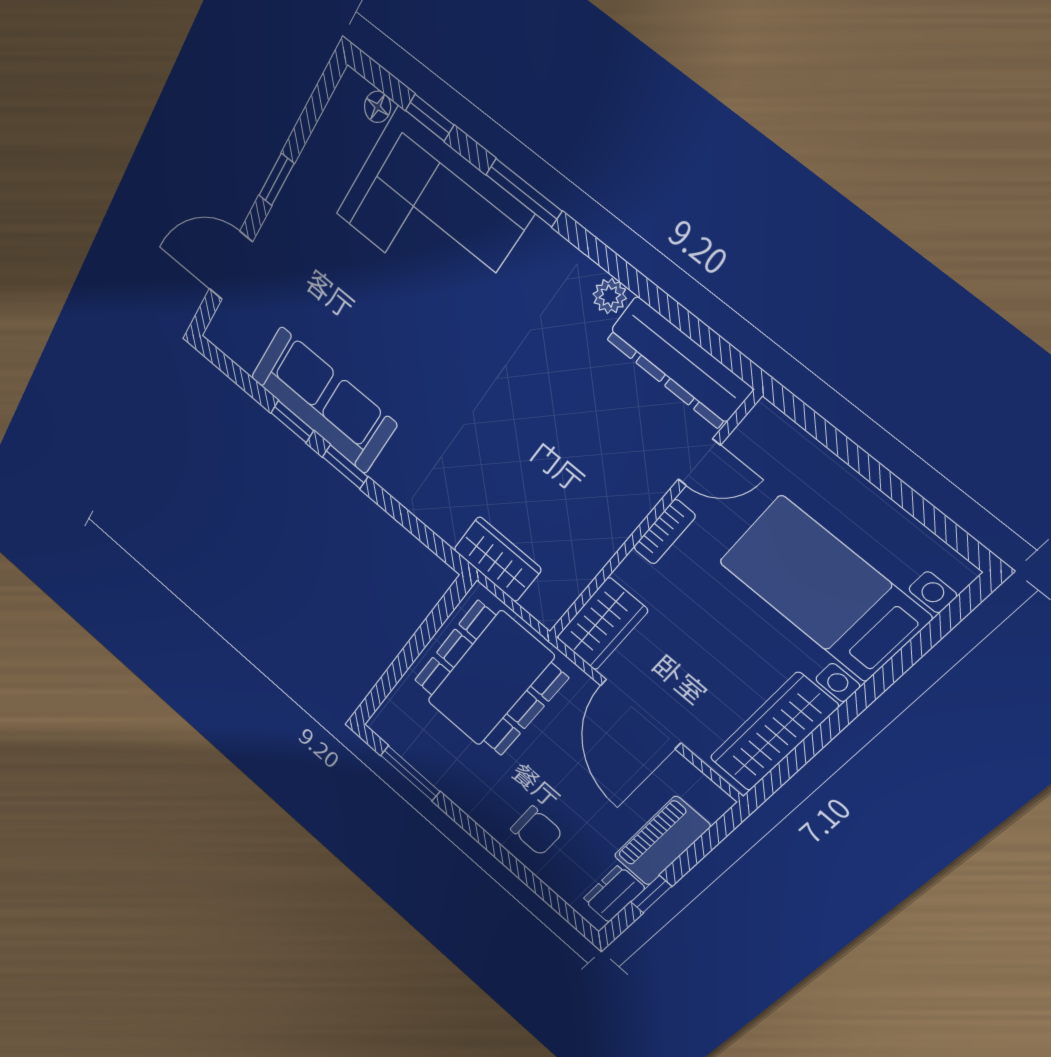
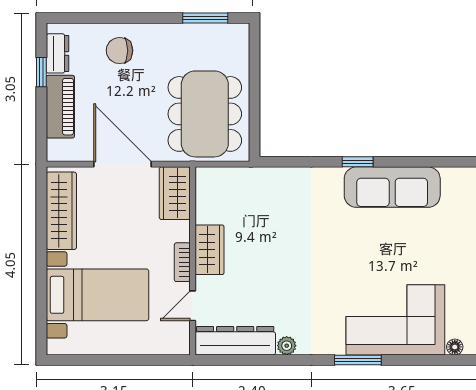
window: (430, 118) -> (425, 360), removed
window: (292, 422) -> (402, 162), removed
wardrobe: (497, 559) -> (210, 250), moved, turned -90

